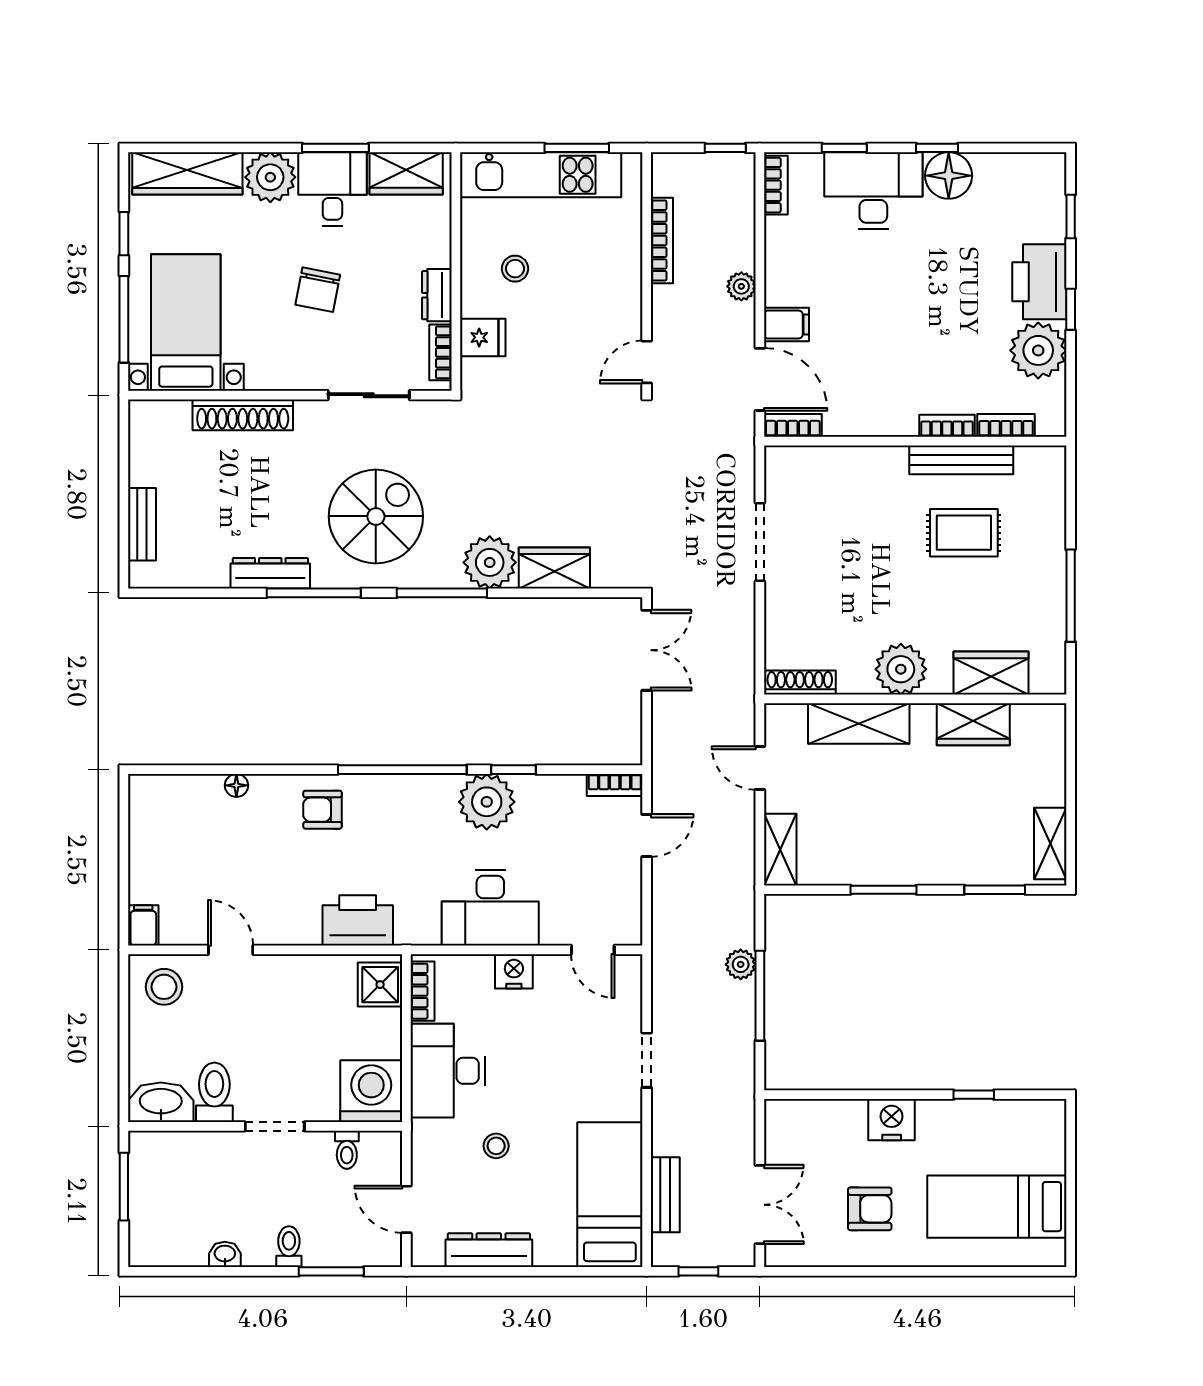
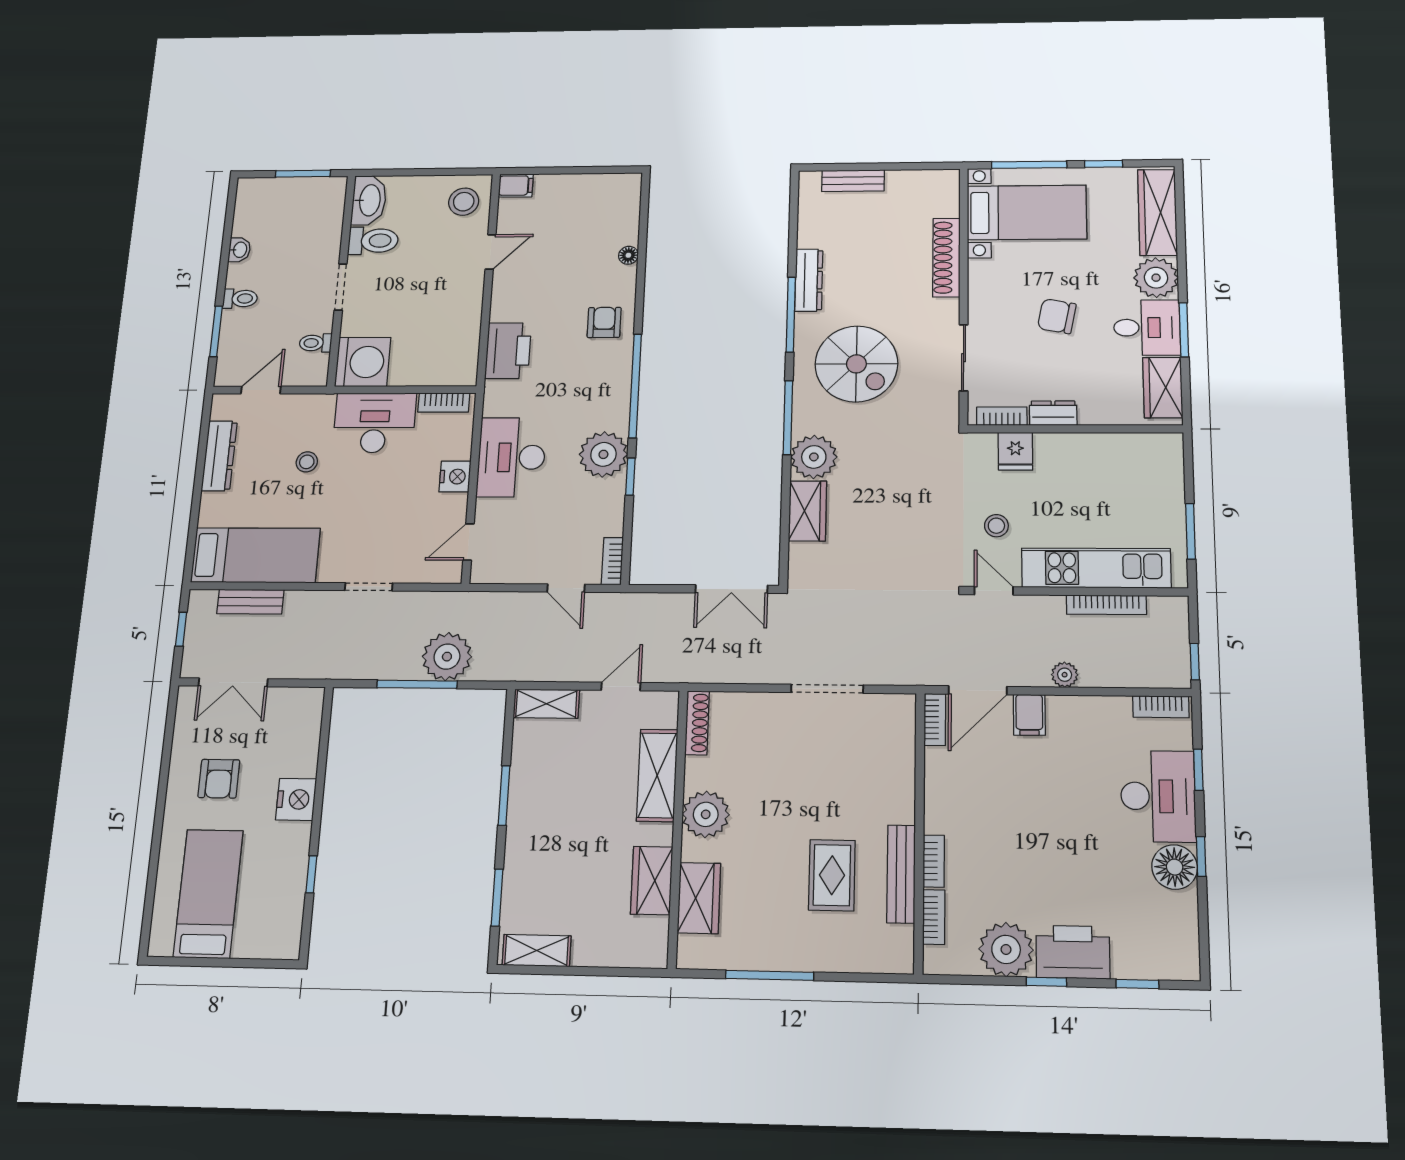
kitchen unit: (541, 175) -> (1096, 568), moved, turned 90
stool: (515, 269) -> (996, 526), moved
plant: (741, 964) -> (447, 657), width x1.87, depth x1.87
shower: (380, 985) -> (452, 369), removed

